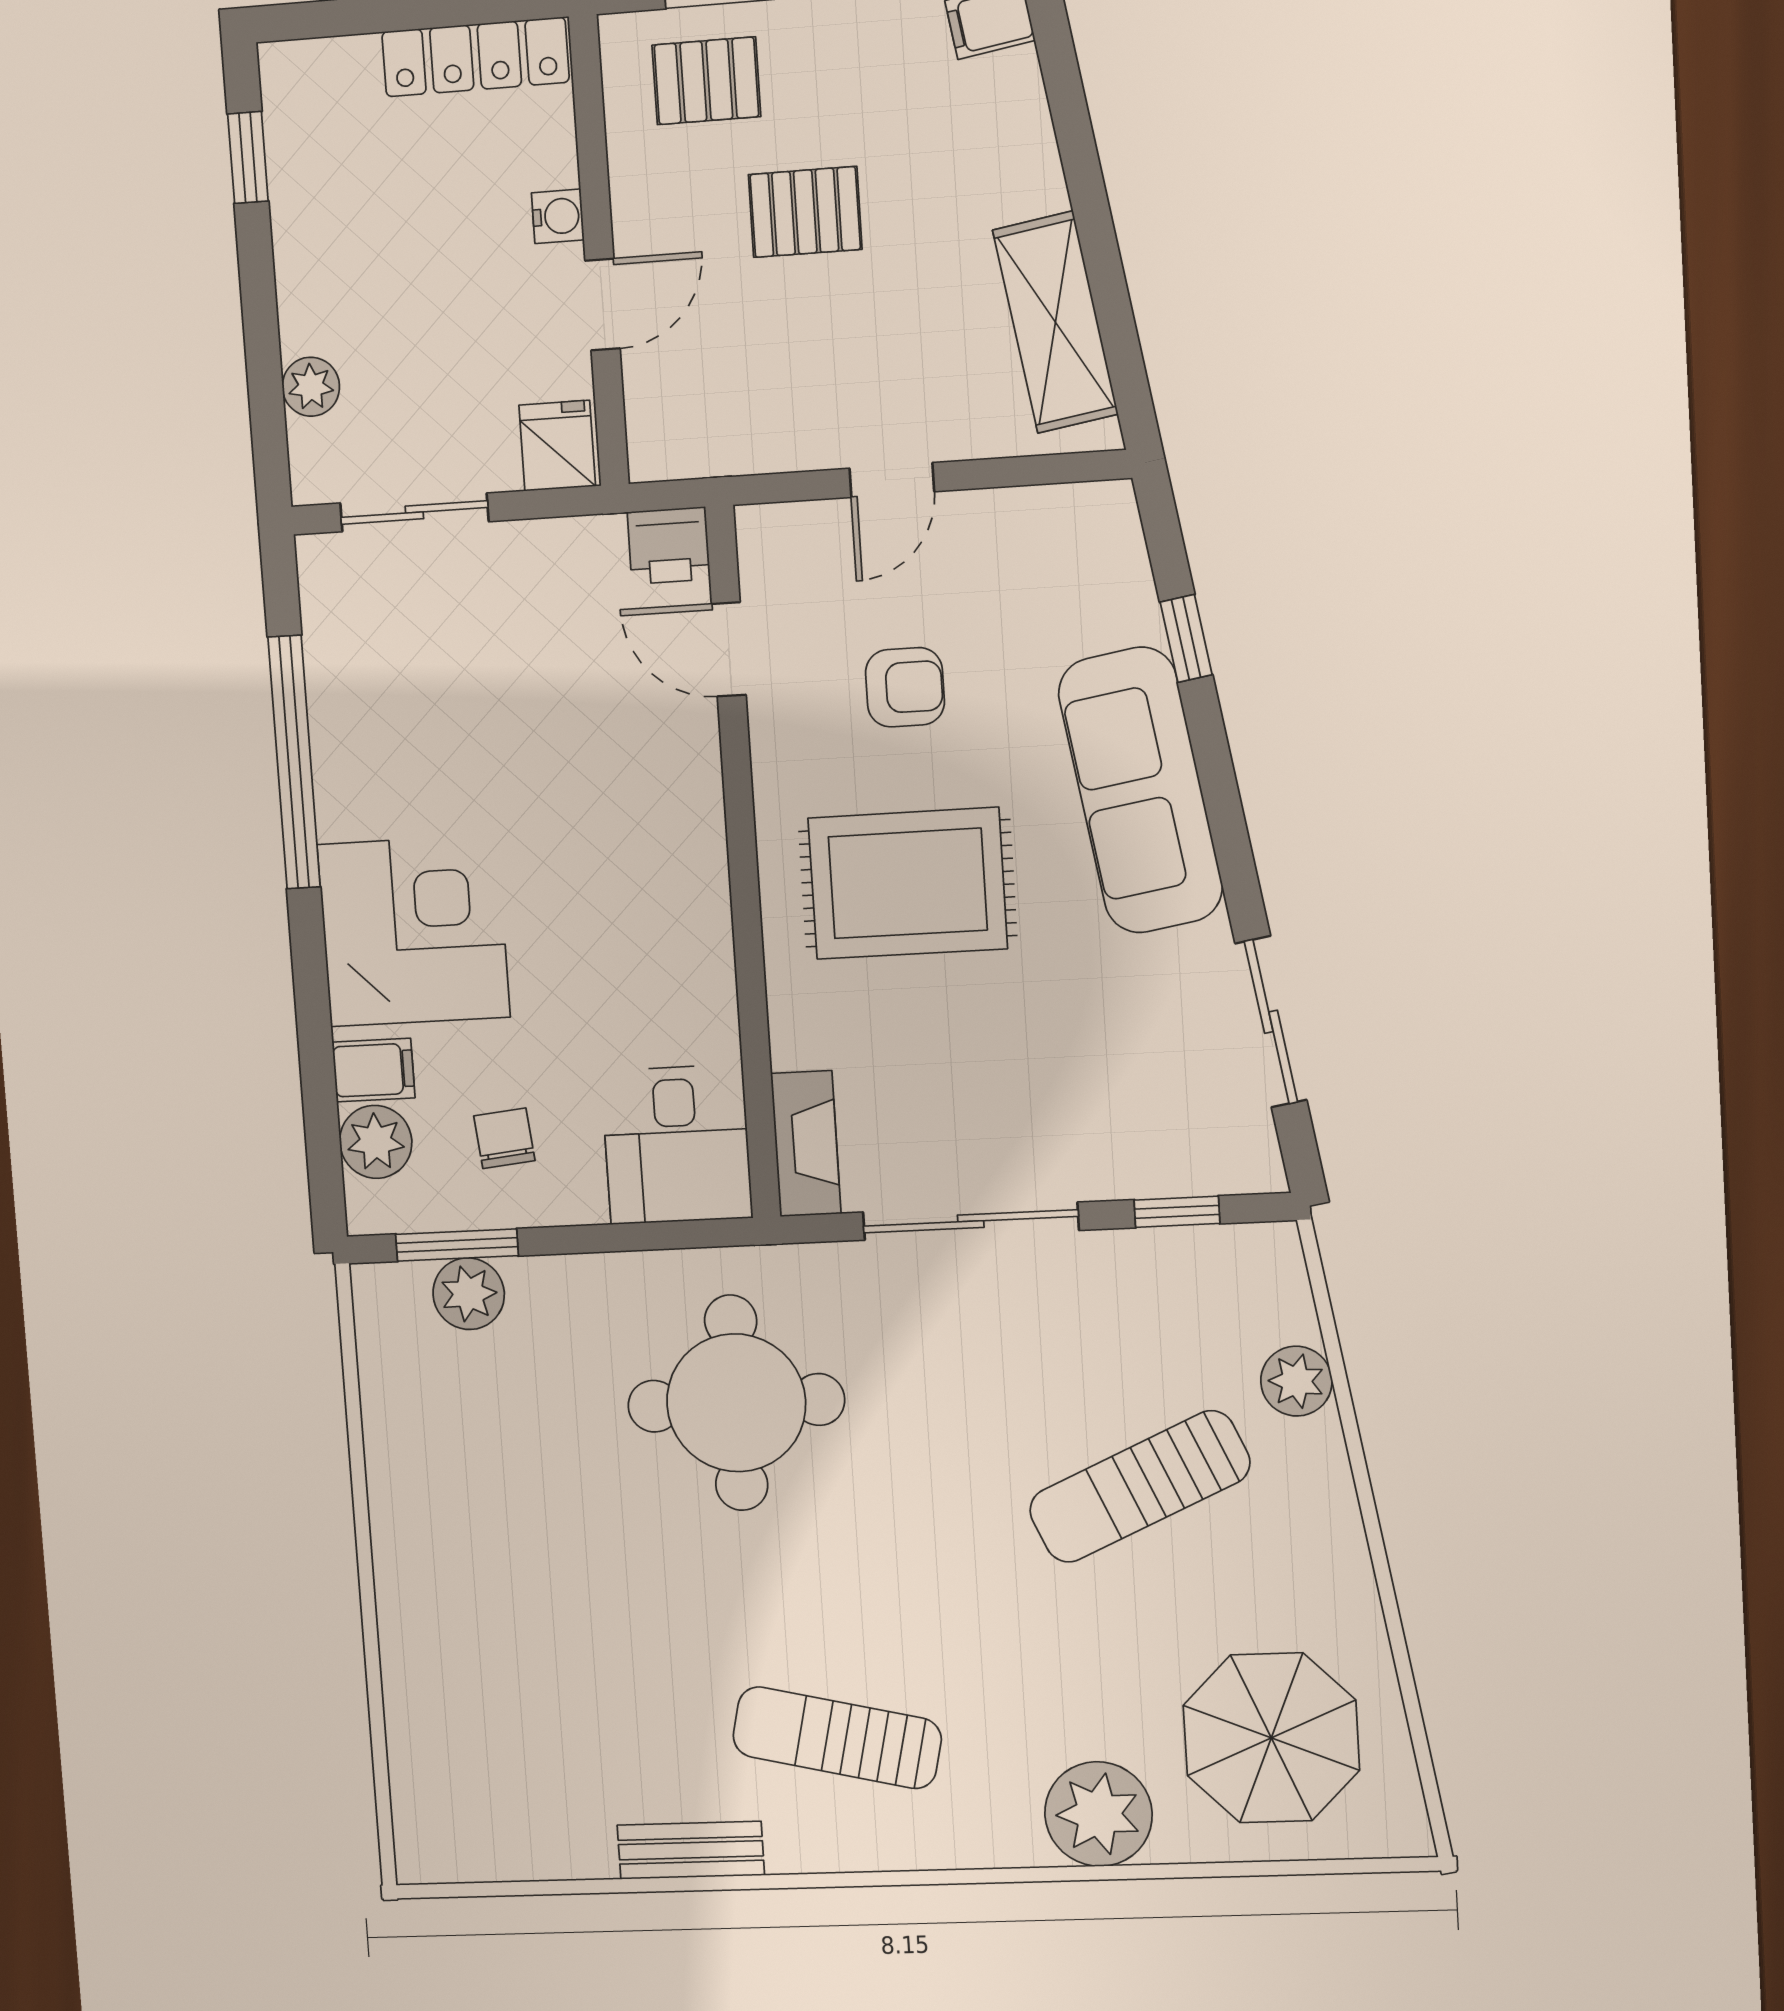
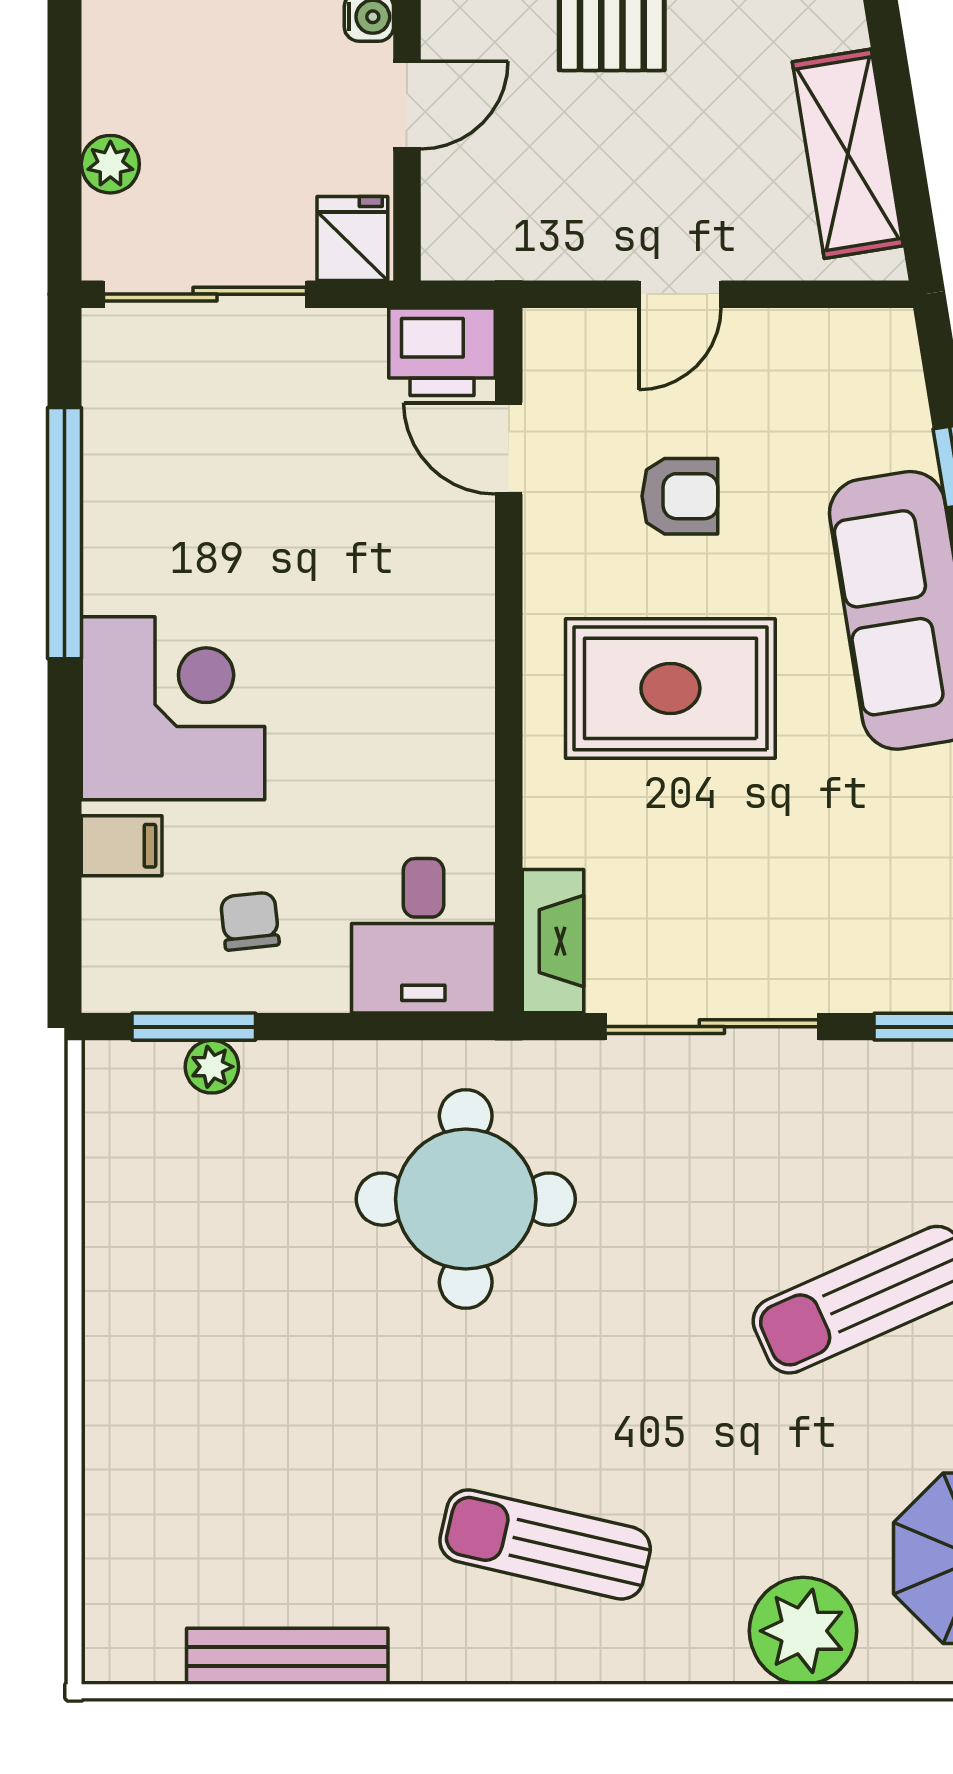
sliding door: (414, 512) -> (205, 294), width x1.37
printer: (669, 545) -> (442, 352), width x1.36, depth x1.24
plant: (376, 1142) -> (118, 918), removed
plant: (469, 1294) -> (212, 1067), width x0.73, depth x0.73
bench: (691, 1850) -> (287, 1656), moved, width x1.36

